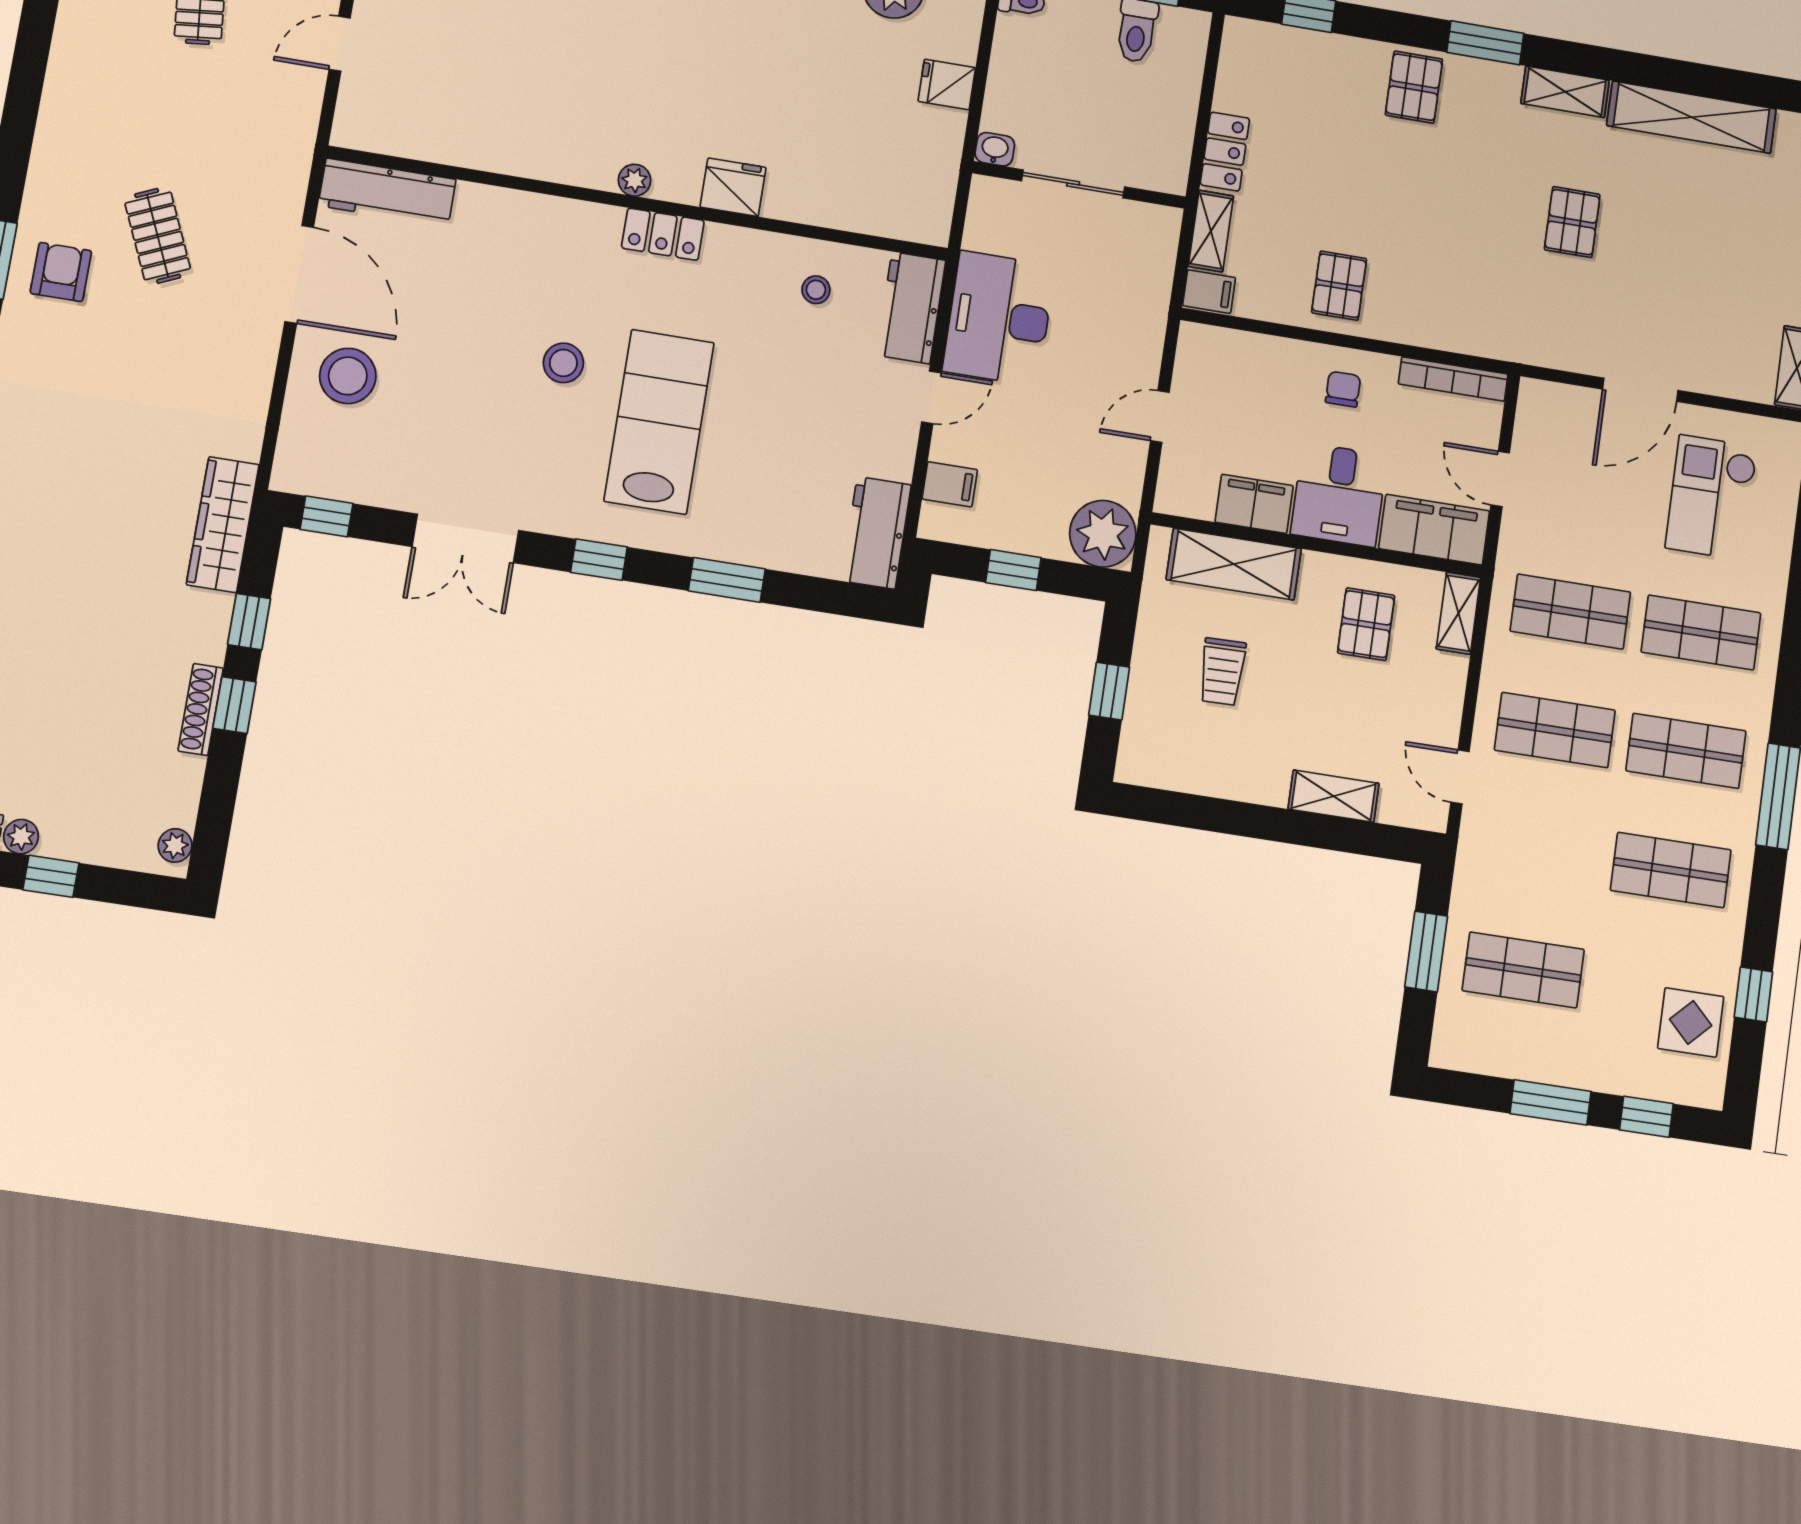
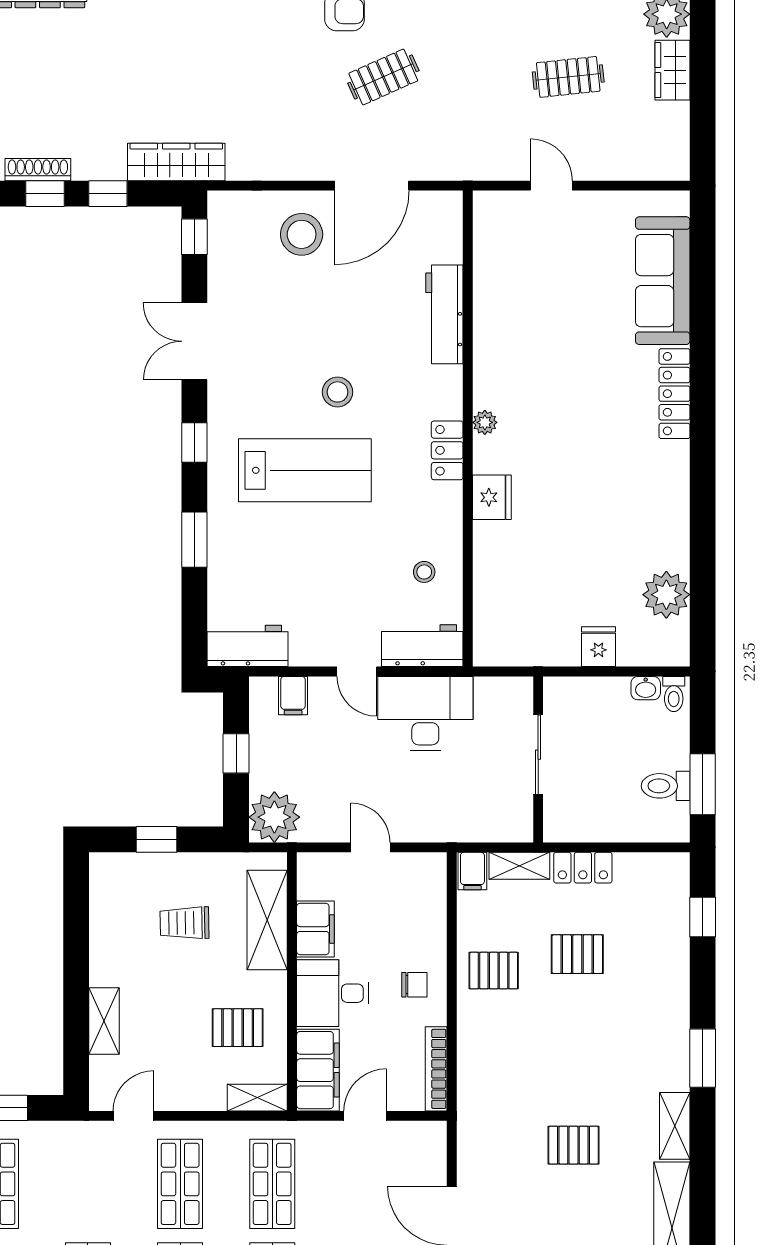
pallet: (1414, 87) -> (577, 954), moved
washbasin: (995, 149) -> (646, 688), moved, turned 90
workbench: (387, 192) -> (444, 314), moved

